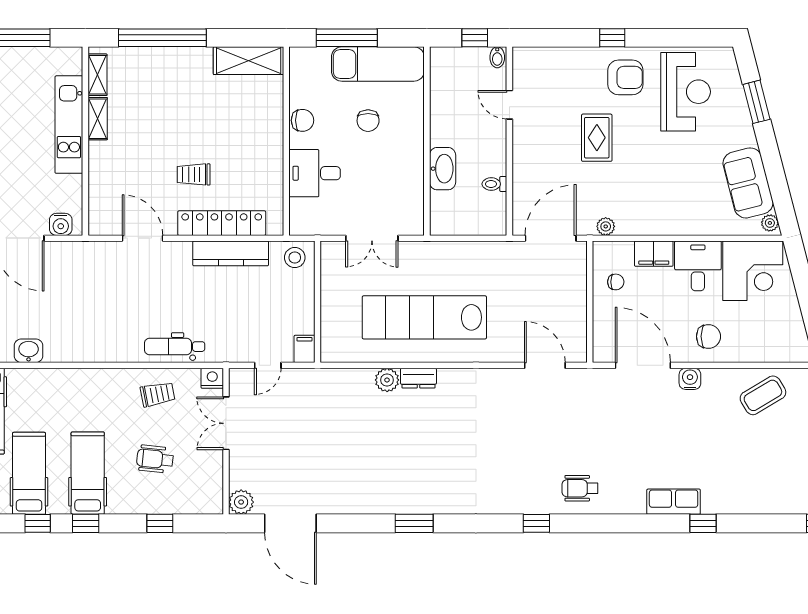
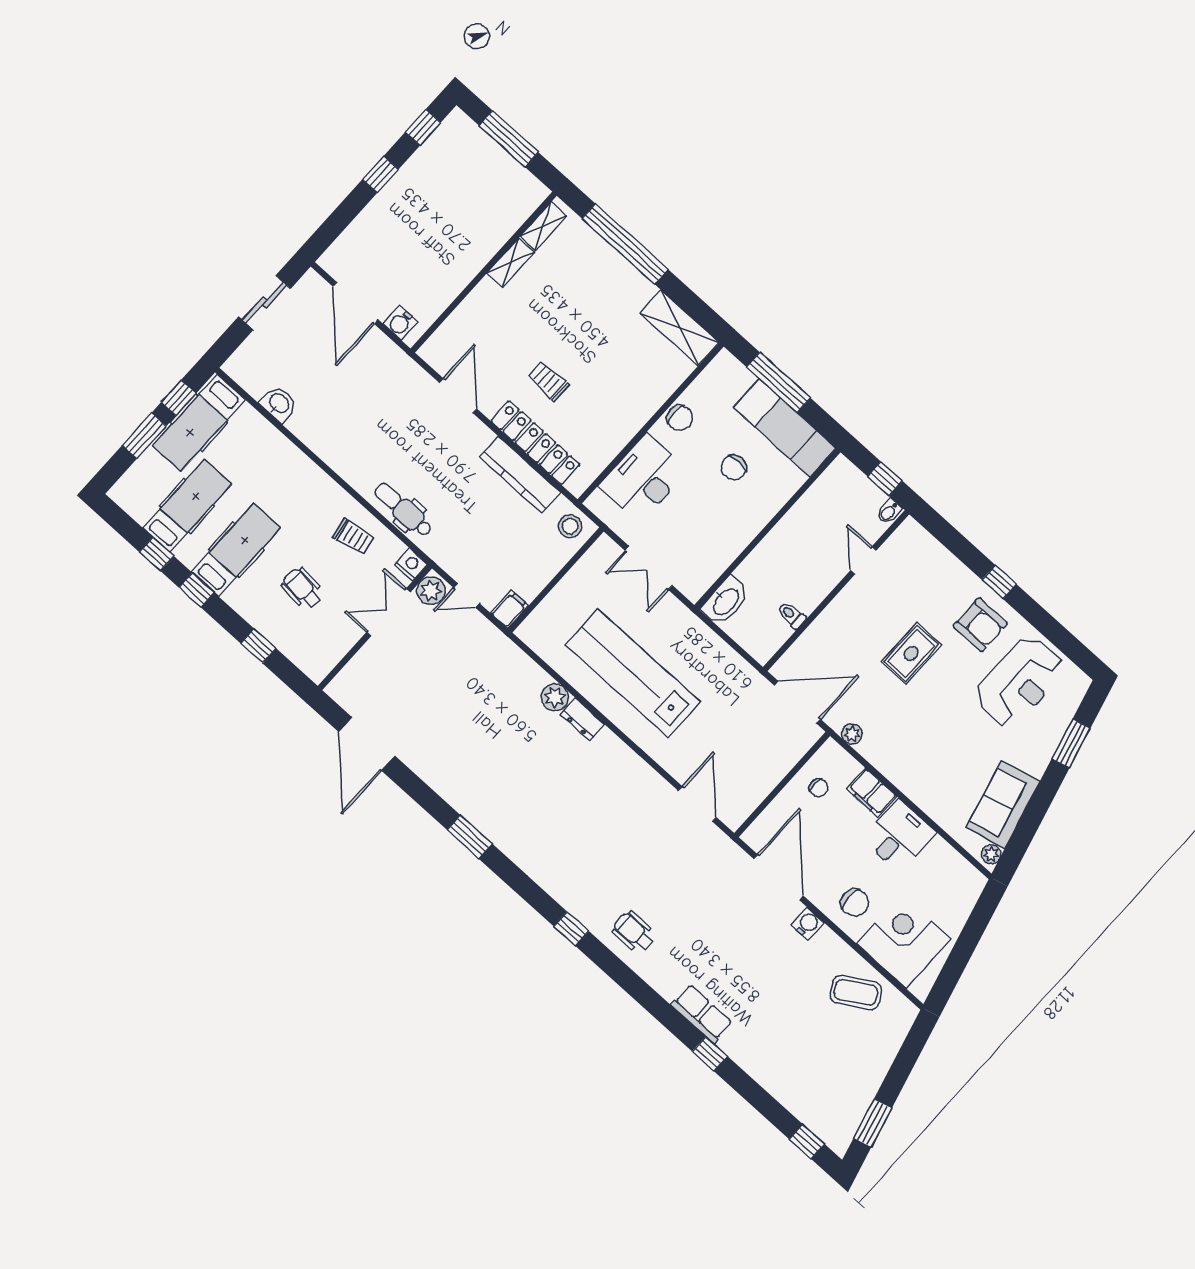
kitchen unit: (69, 125) -> (482, 246), removed
washbasin: (443, 169) -> (726, 601), moved
desk: (315, 173) -> (643, 478), width x1.37
corner desk: (753, 271) -> (904, 941), moved, turned 180
plant: (241, 502) -> (431, 591), moved

